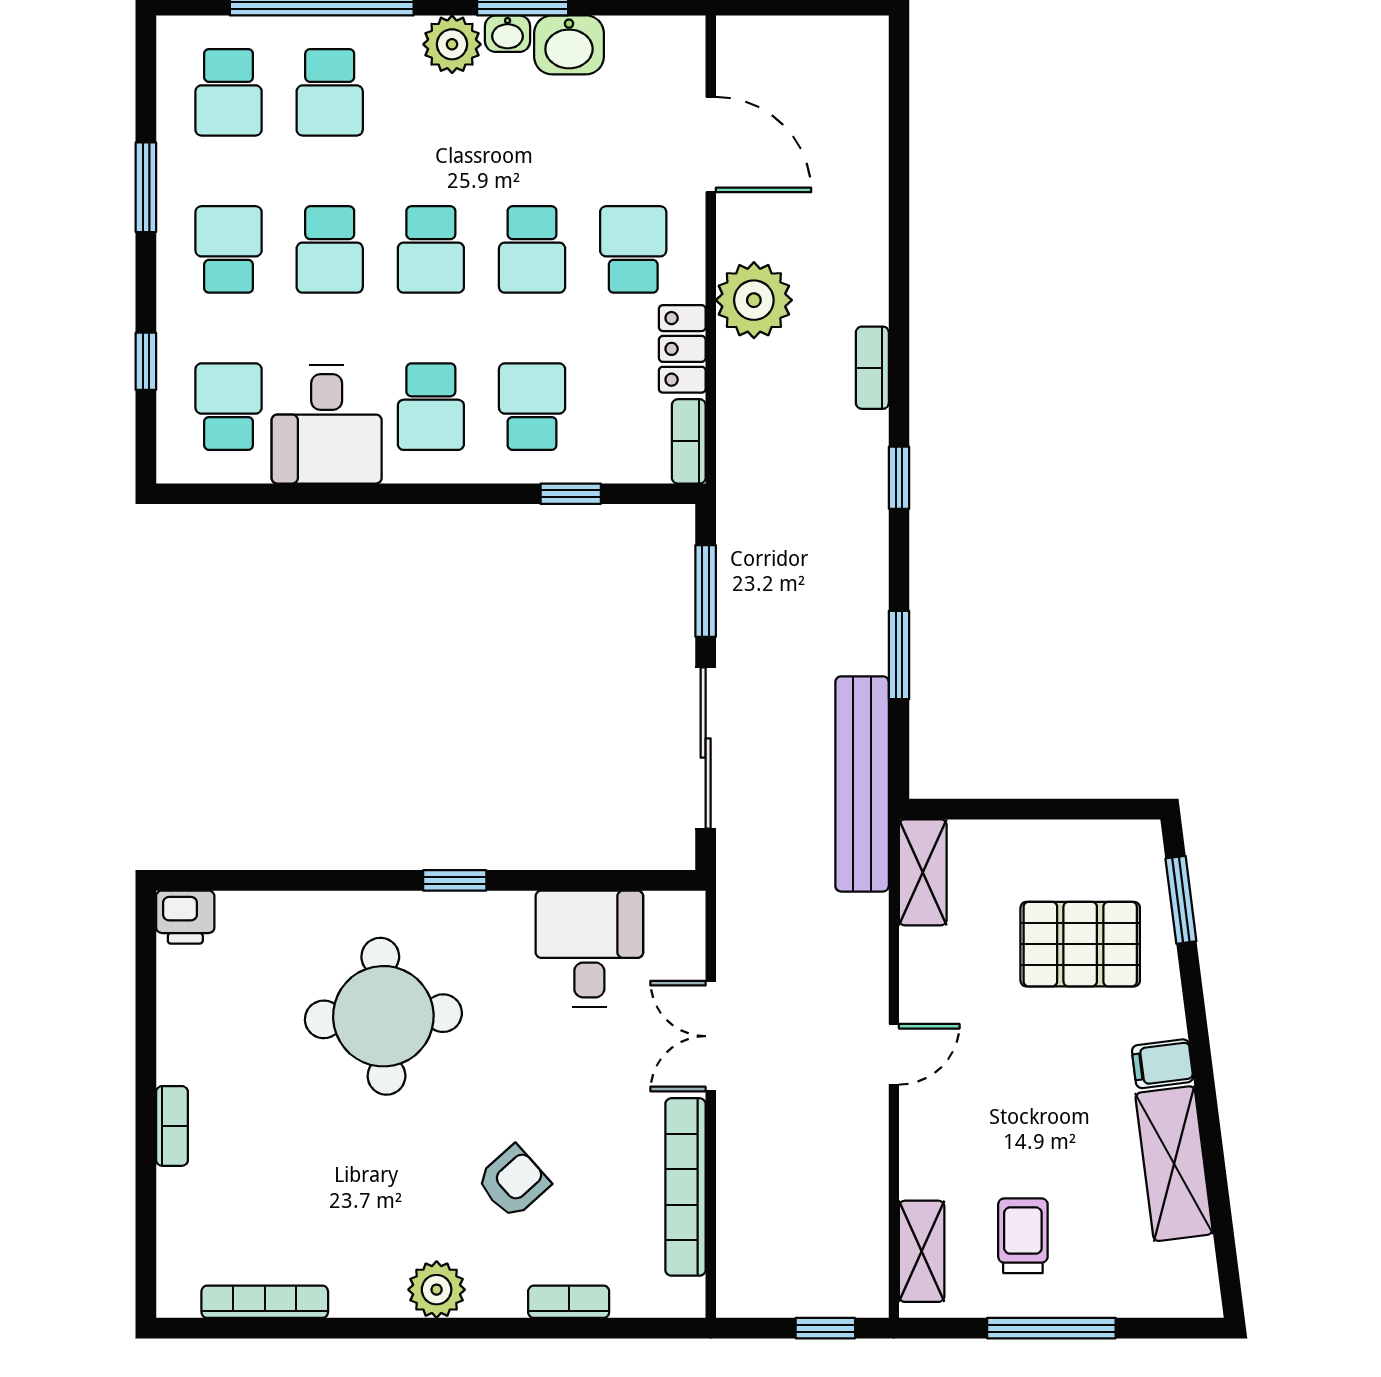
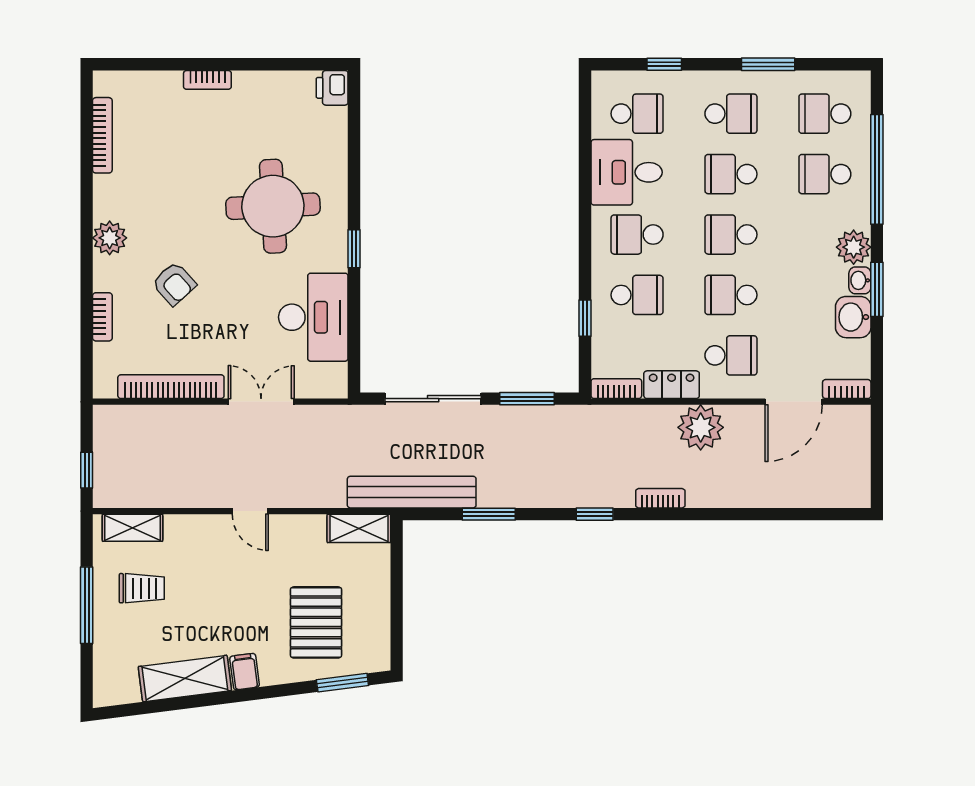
bookcase: (689, 56) -> (847, 389), added
desk: (589, 949) -> (313, 317), width x1.37

